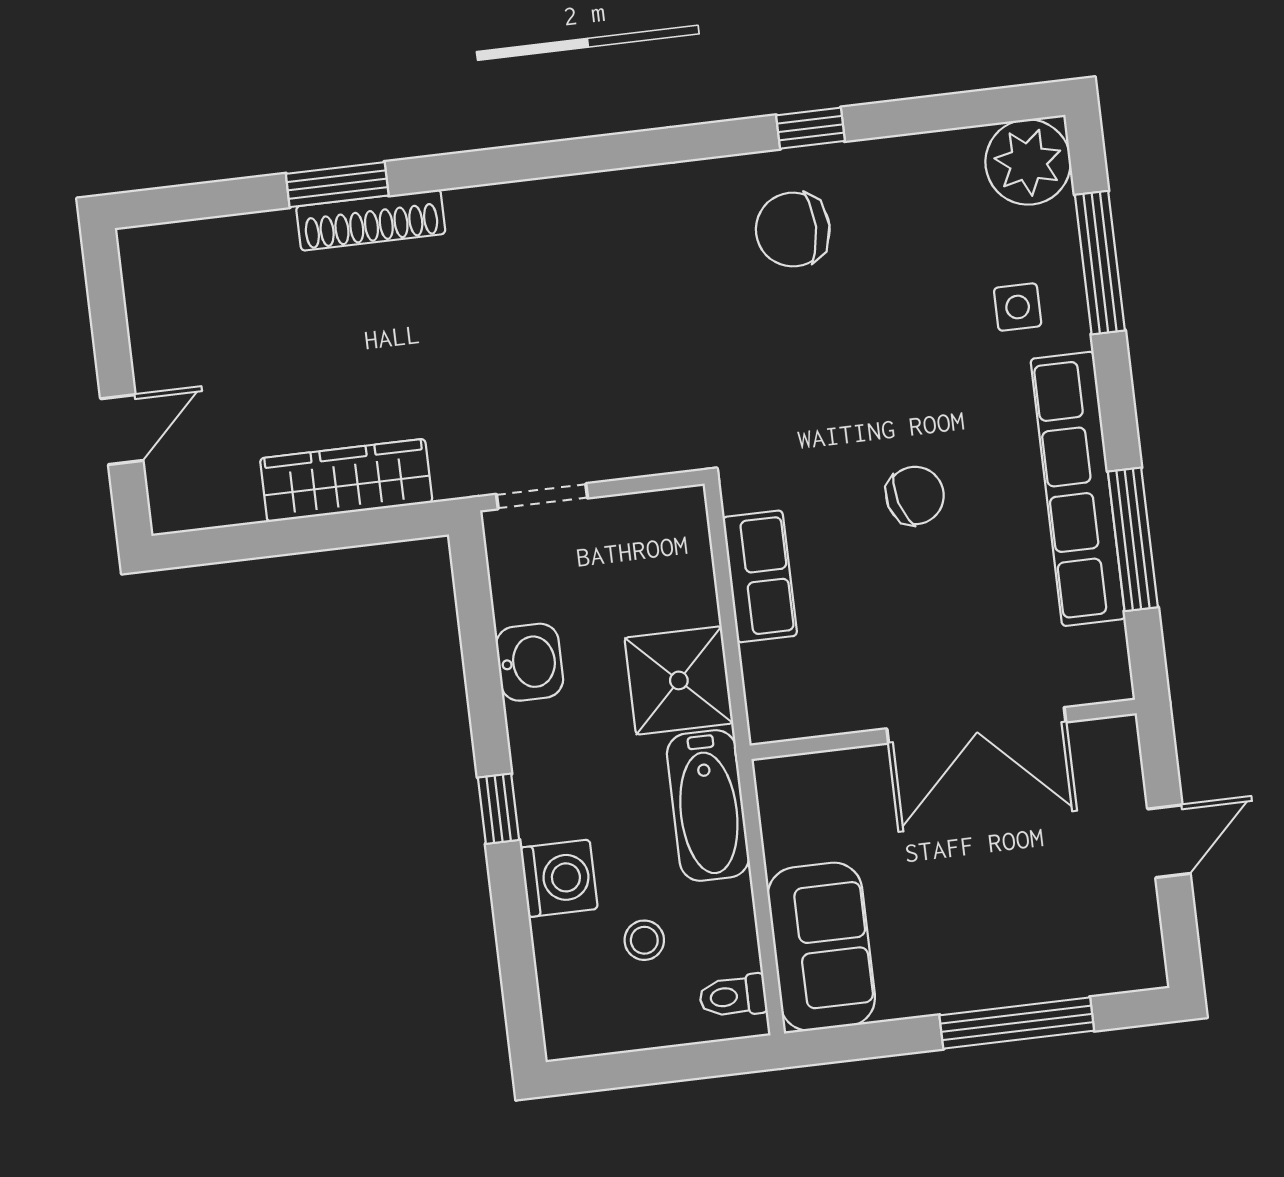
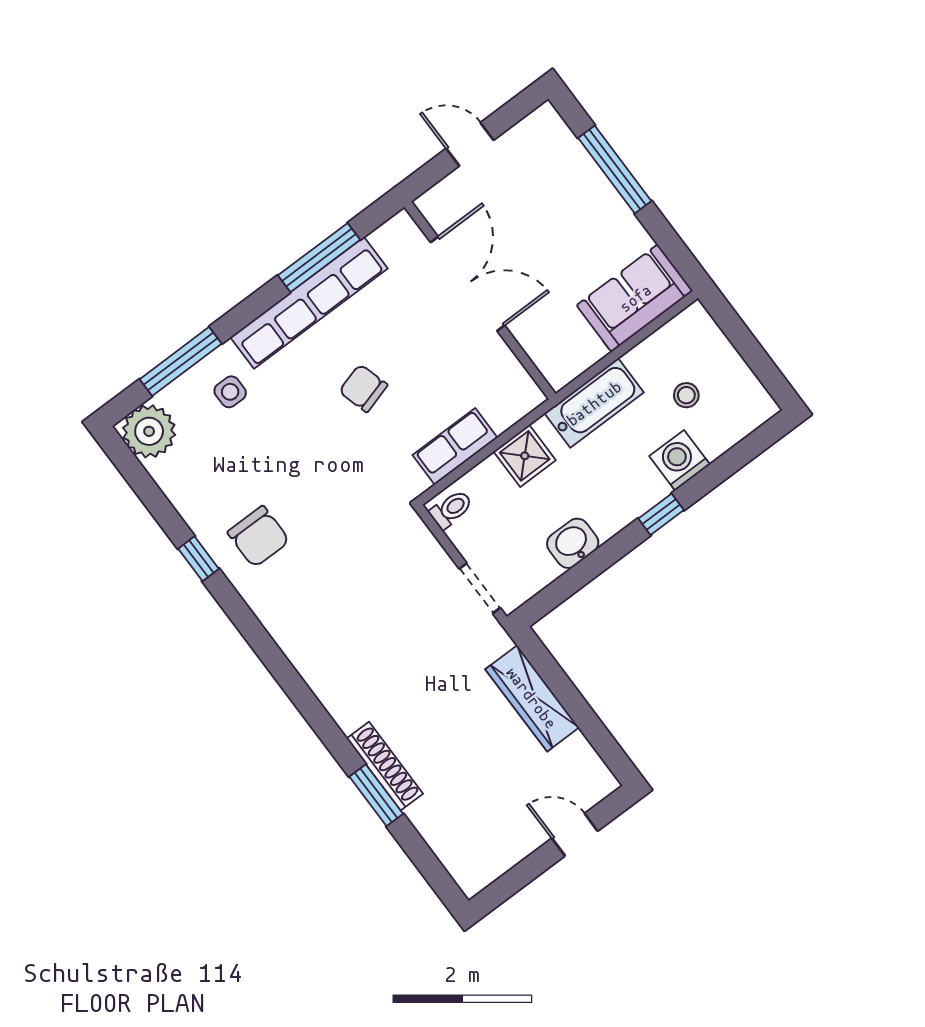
shower: (679, 680) -> (525, 456), width x0.73, depth x0.73
toilet: (733, 996) -> (451, 509), moved, turned -90

